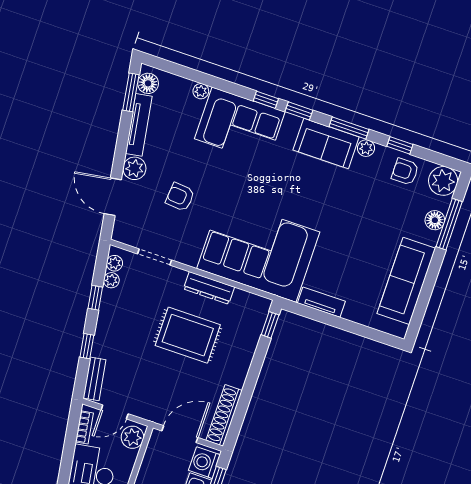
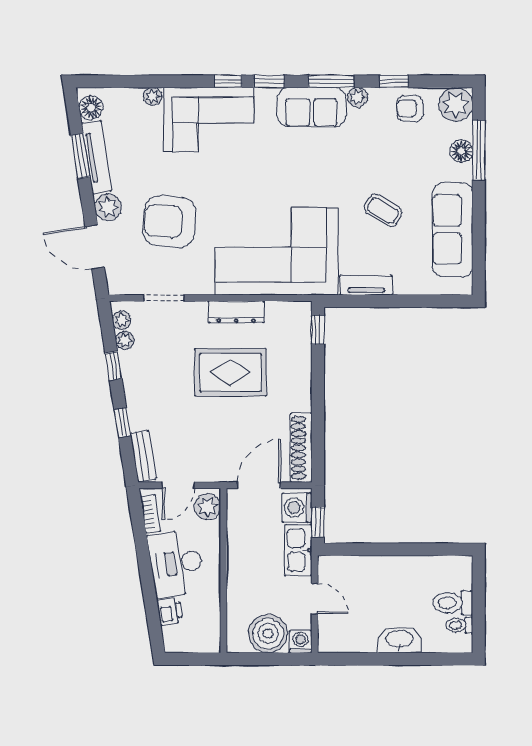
window: (131, 92) -> (80, 156), moved
armchair: (180, 197) -> (170, 222), width x1.88, depth x1.88
coffee table: (355, 246) -> (383, 210), added

